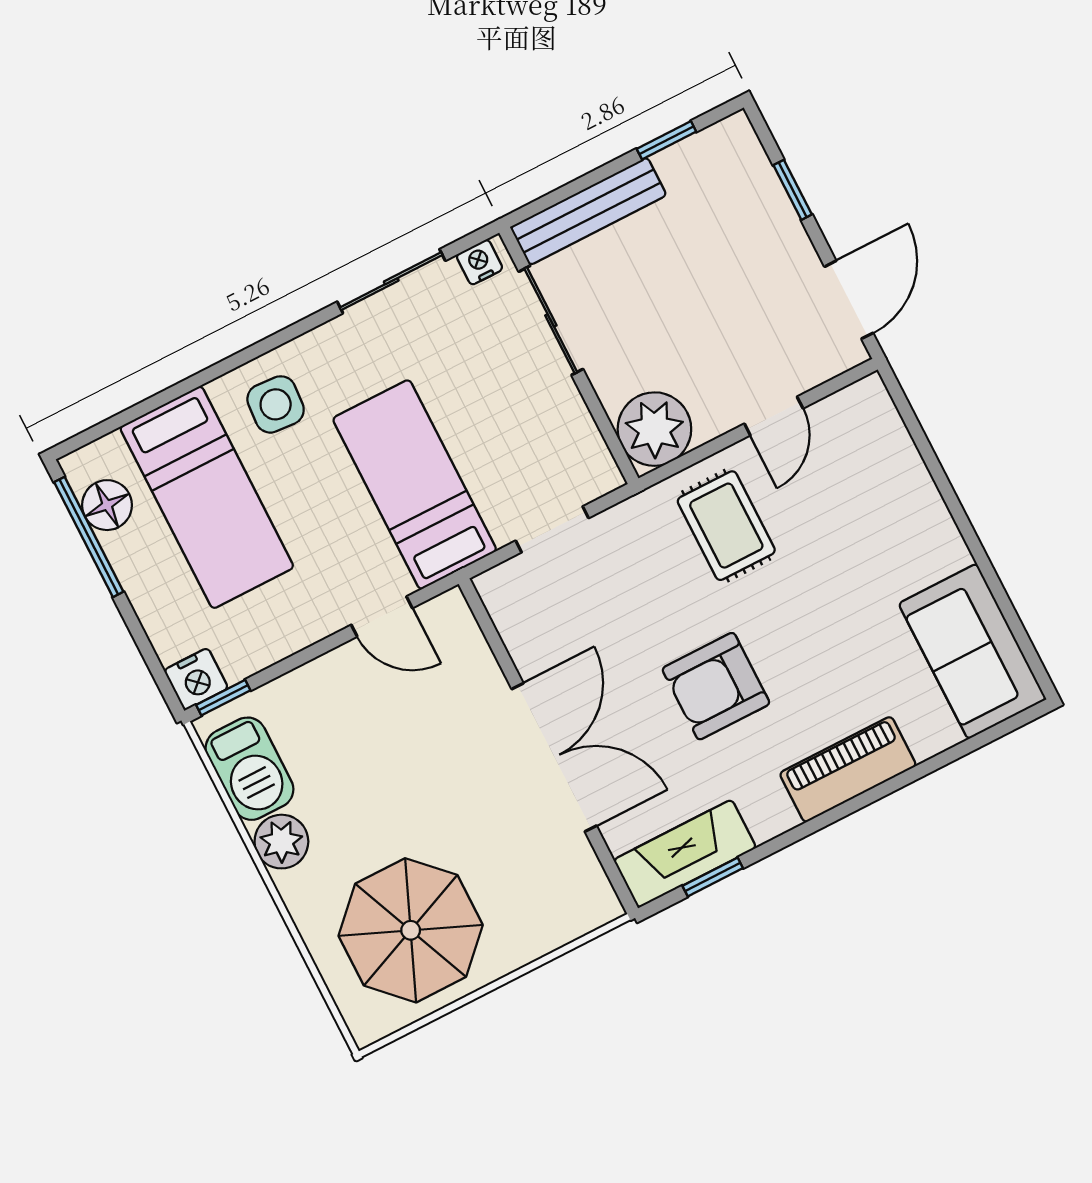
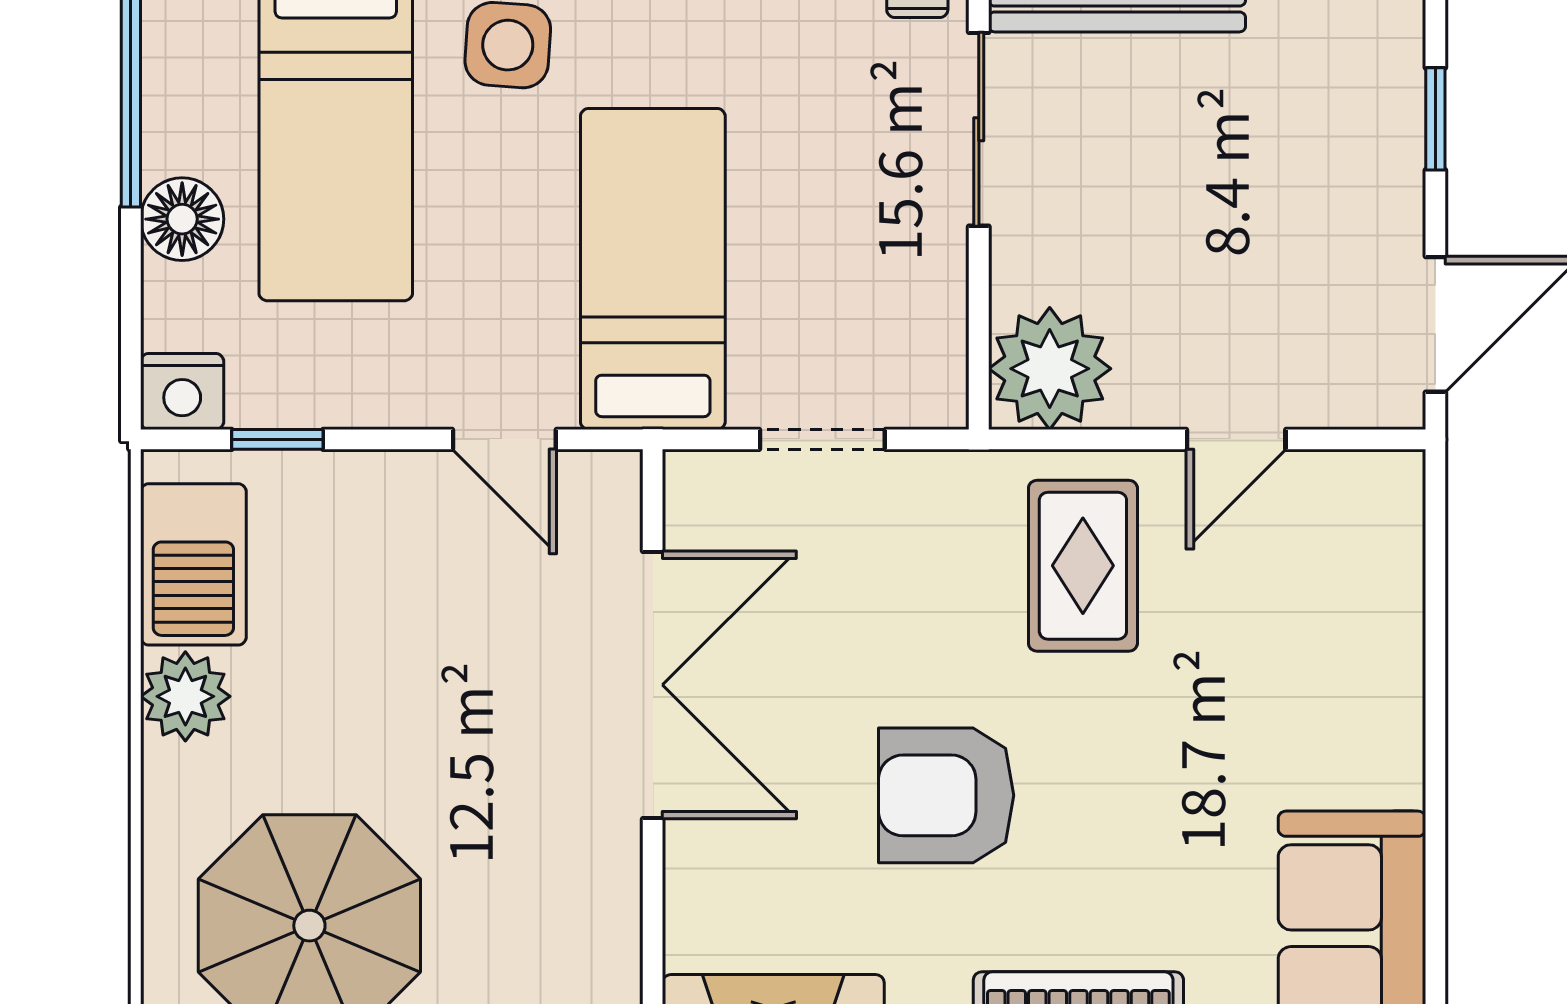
floor lamp: (107, 505) -> (182, 219), moved
window: (223, 698) -> (277, 439), moved
double door: (554, 757) -> (653, 685), moved

